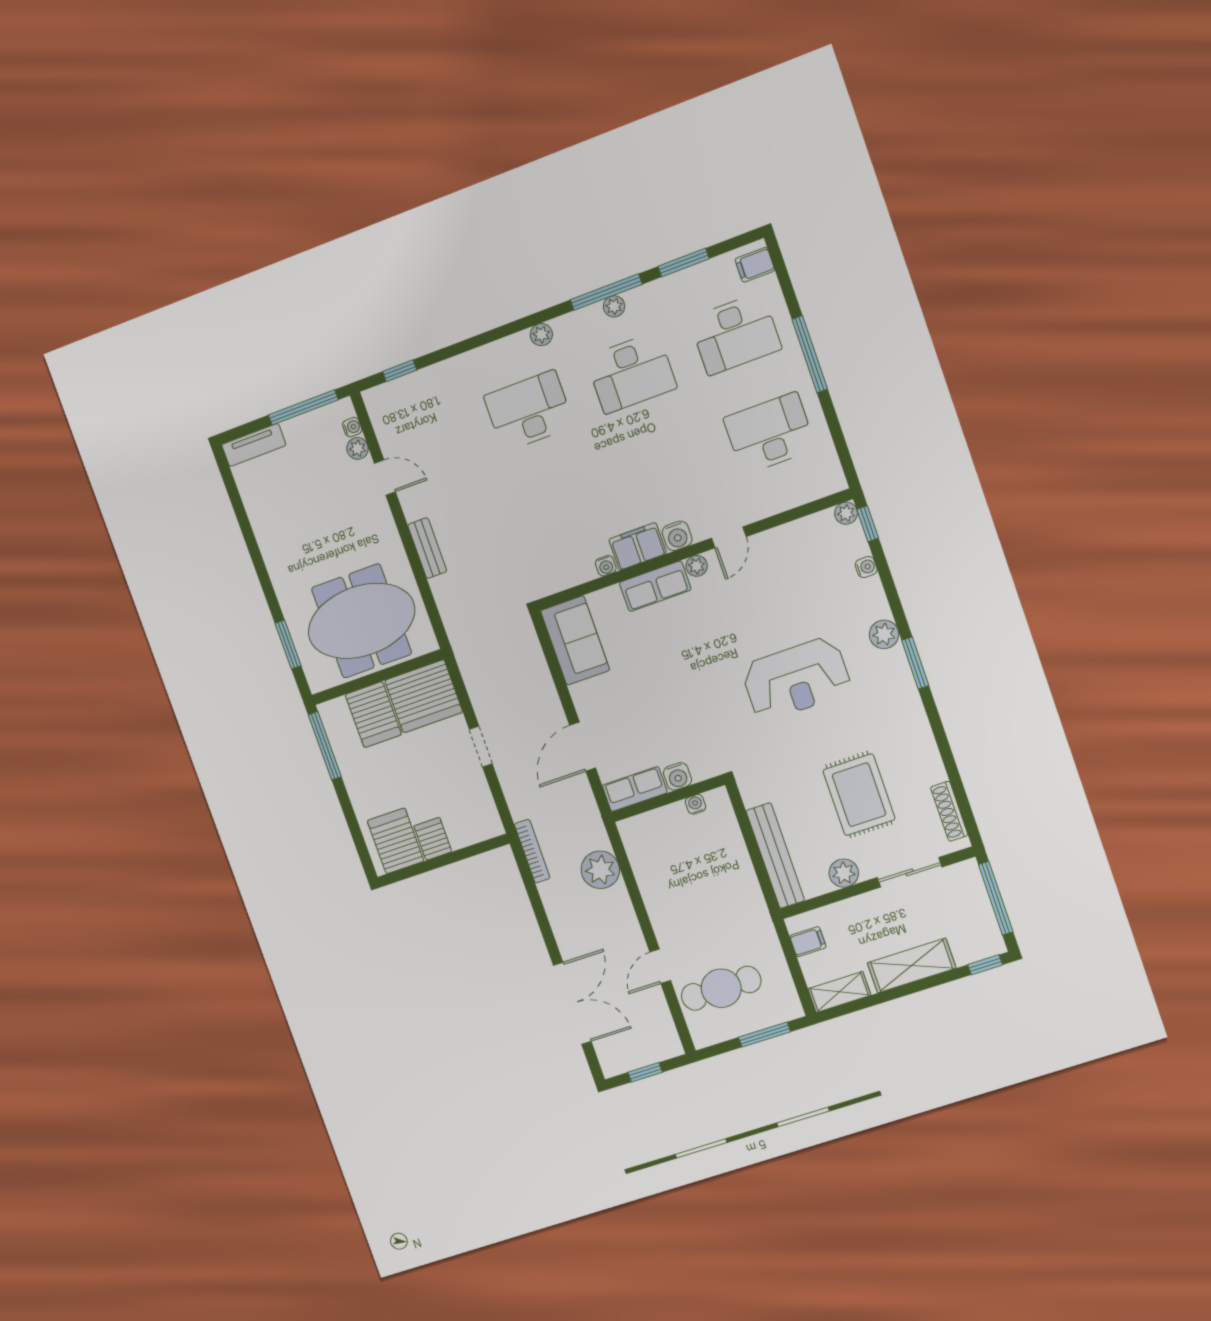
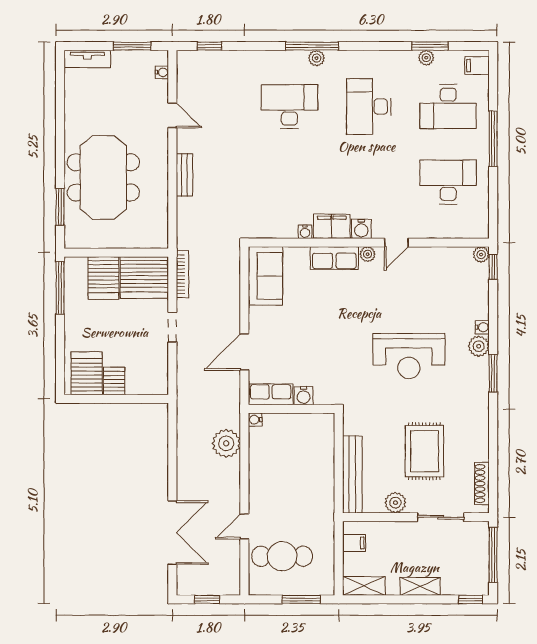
window: (606, 292) -> (312, 46), moved
plant: (614, 306) -> (426, 58), moved
desk: (631, 373) -> (369, 107), turned 90
window: (303, 407) -> (132, 46), width x0.69
plant: (358, 448) -> (160, 88), removed
water cooler: (866, 567) -> (482, 327), moved
meeting table: (361, 621) -> (103, 177), moved, turned 90
water cooler: (696, 804) -> (255, 420), moved, turned -90
bookcase: (532, 851) -> (182, 274), moved
shelving: (912, 966) -> (420, 586), width x0.67, depth x0.75

